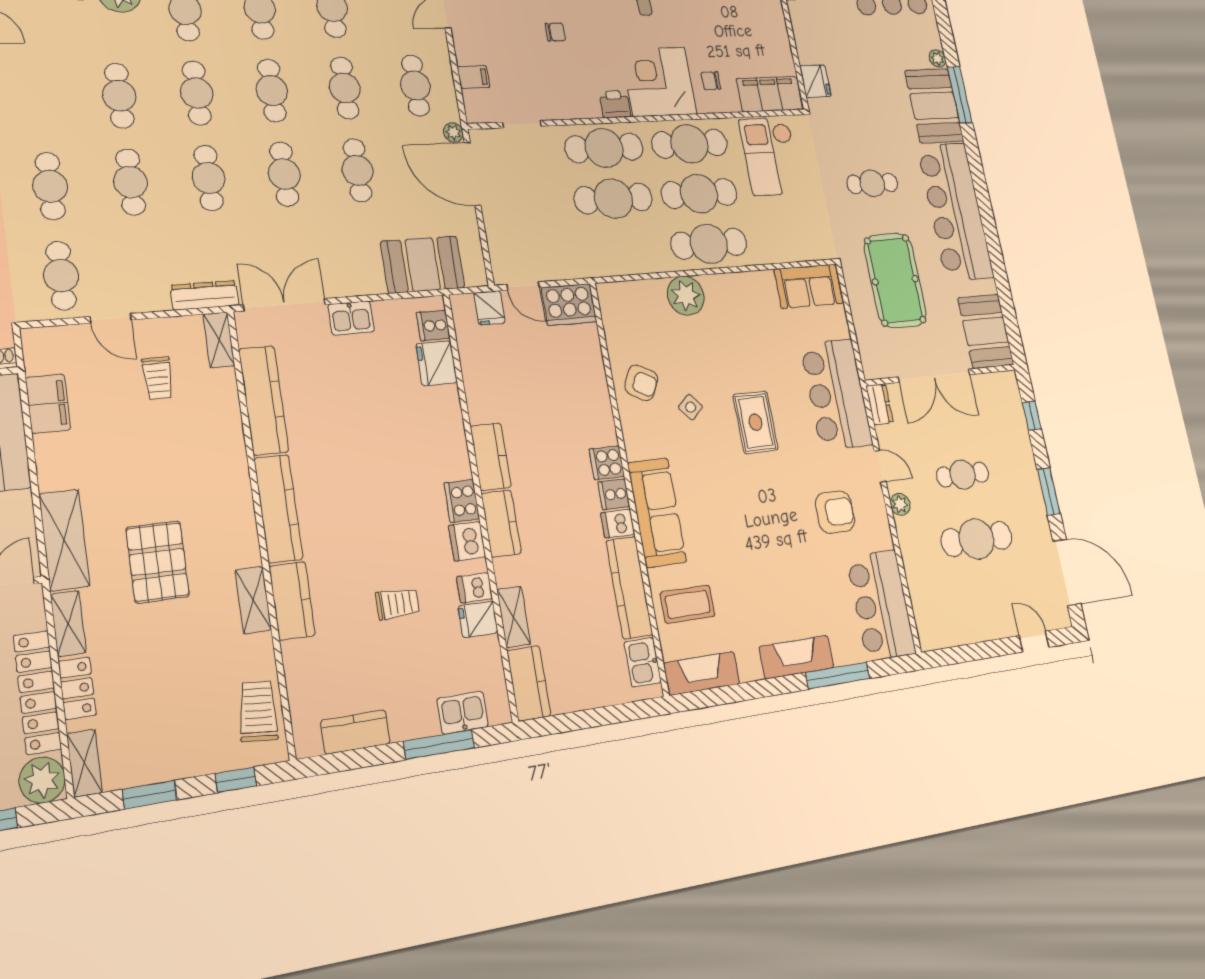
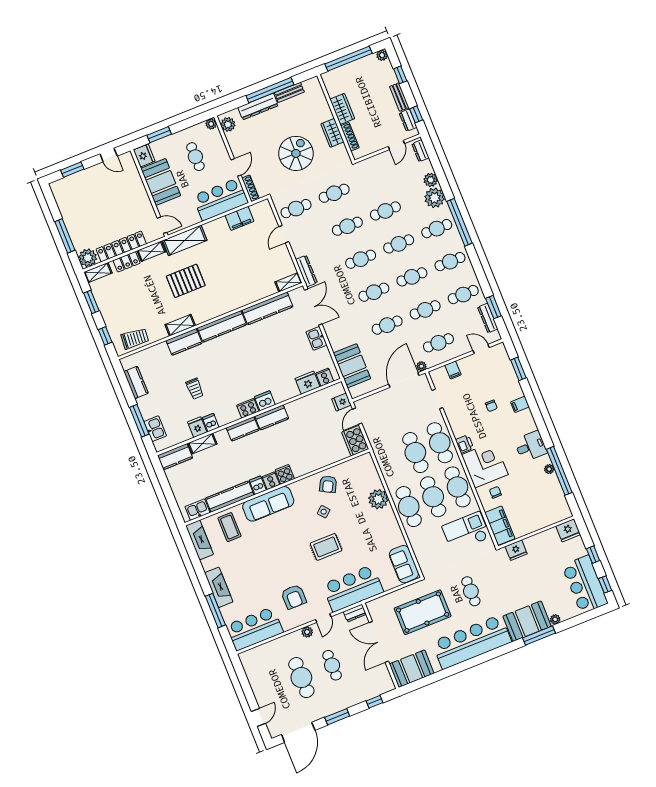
trolley: (158, 378) -> (264, 261), removed
dishwasher: (467, 541) -> (265, 401), moved

